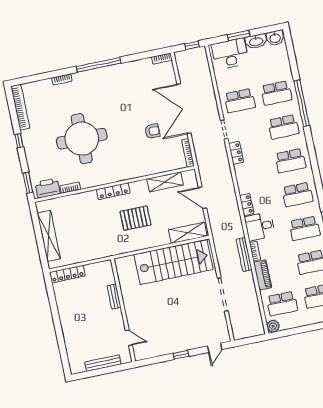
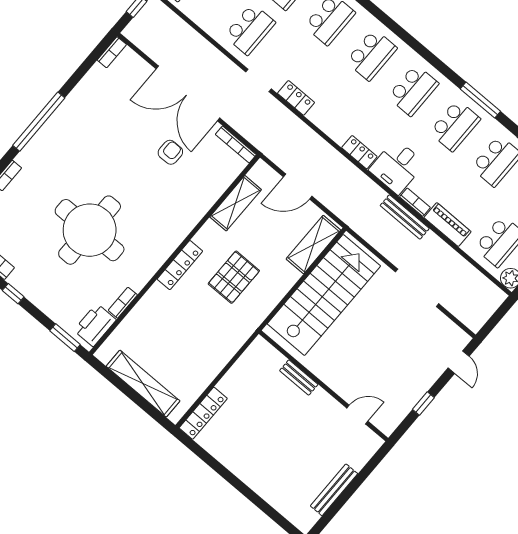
bench: (114, 296) -> (299, 378), moved
wall: (123, 310) -> (323, 386), moved
door: (129, 338) -> (357, 415), moved

